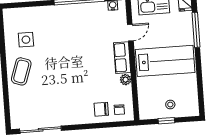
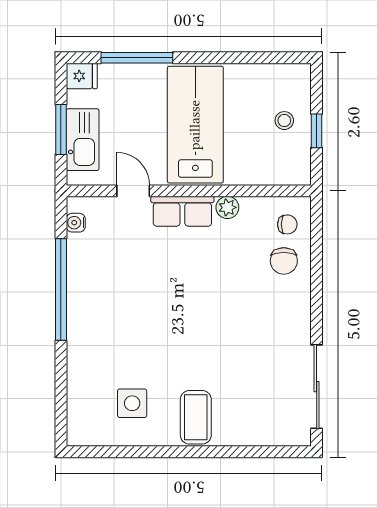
coffee table: (21, 71) -> (196, 417), turned 71

